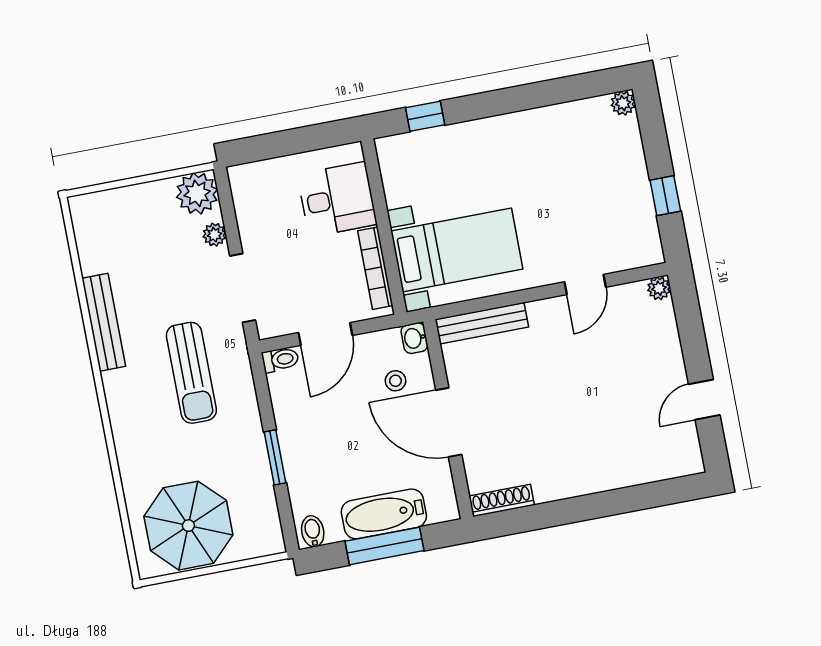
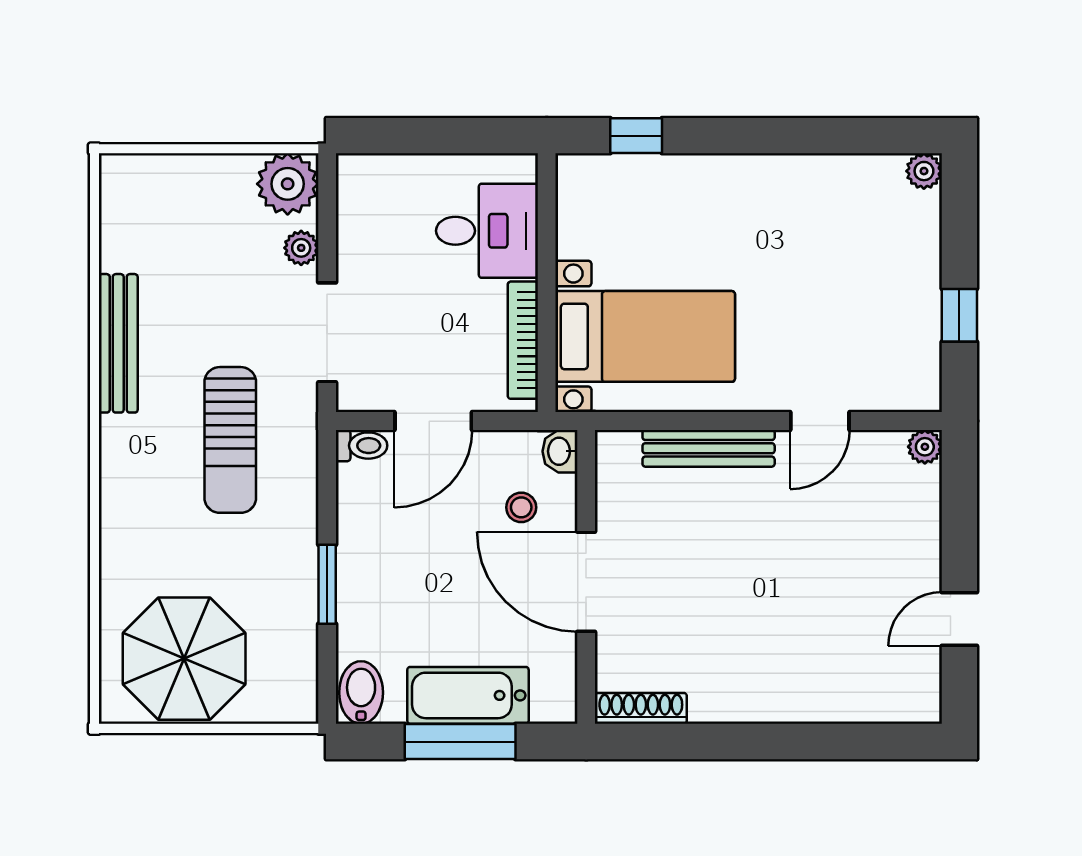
bench: (482, 323) -> (709, 448), moved
bidet: (313, 531) -> (361, 693), width x1.38, depth x1.36

